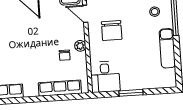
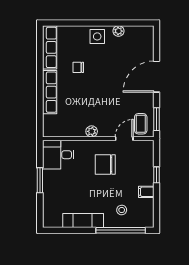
chair: (65, 55) -> (78, 67), moved
row of seats: (60, 88) -> (50, 92), moved

